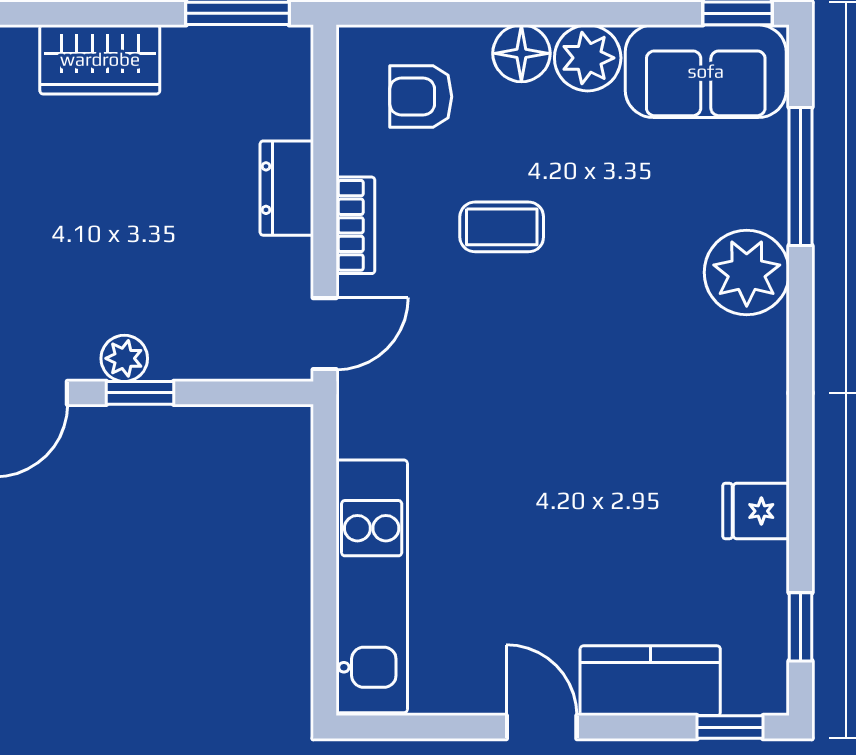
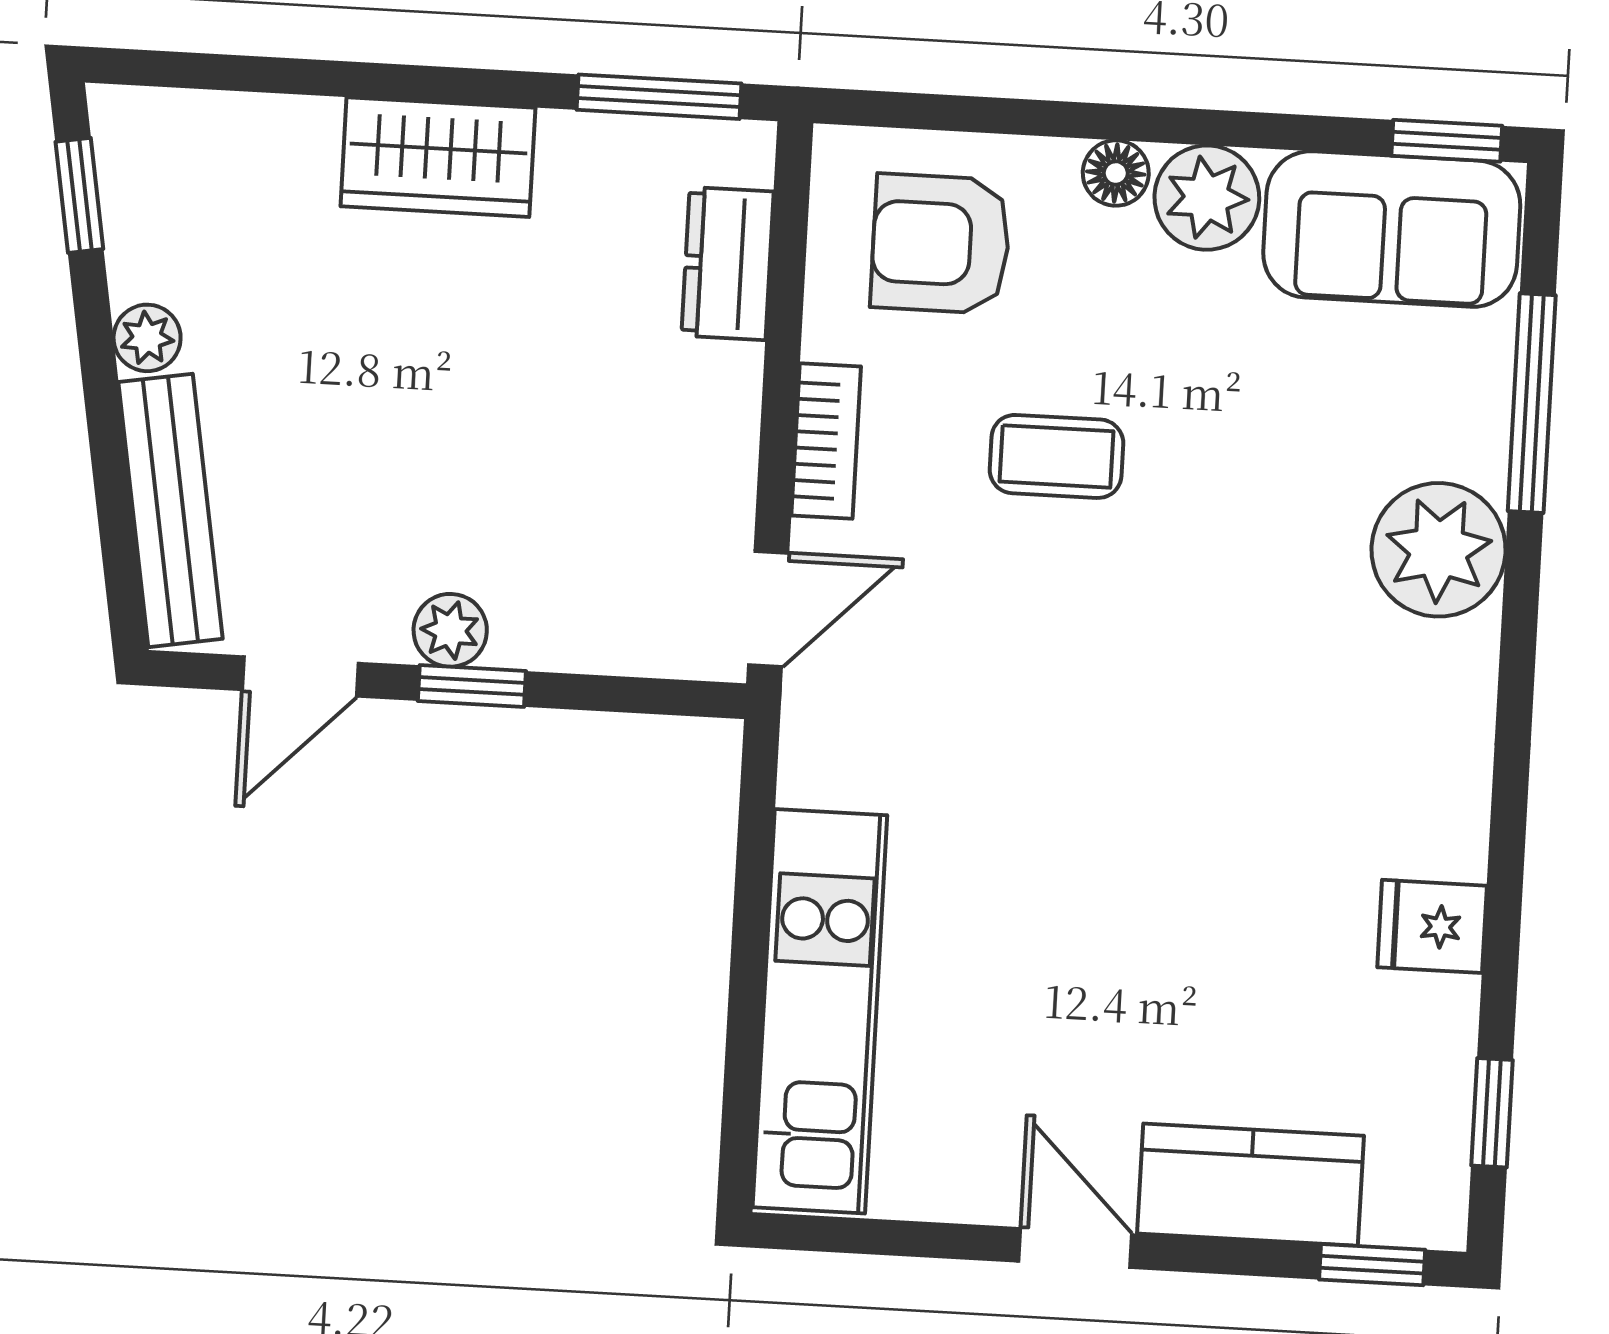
floor lamp: (521, 53) -> (1116, 173), width x0.73, depth x0.73
armchair: (421, 97) -> (941, 244), width x1.38, depth x1.38
dresser: (287, 188) -> (728, 264), moved

